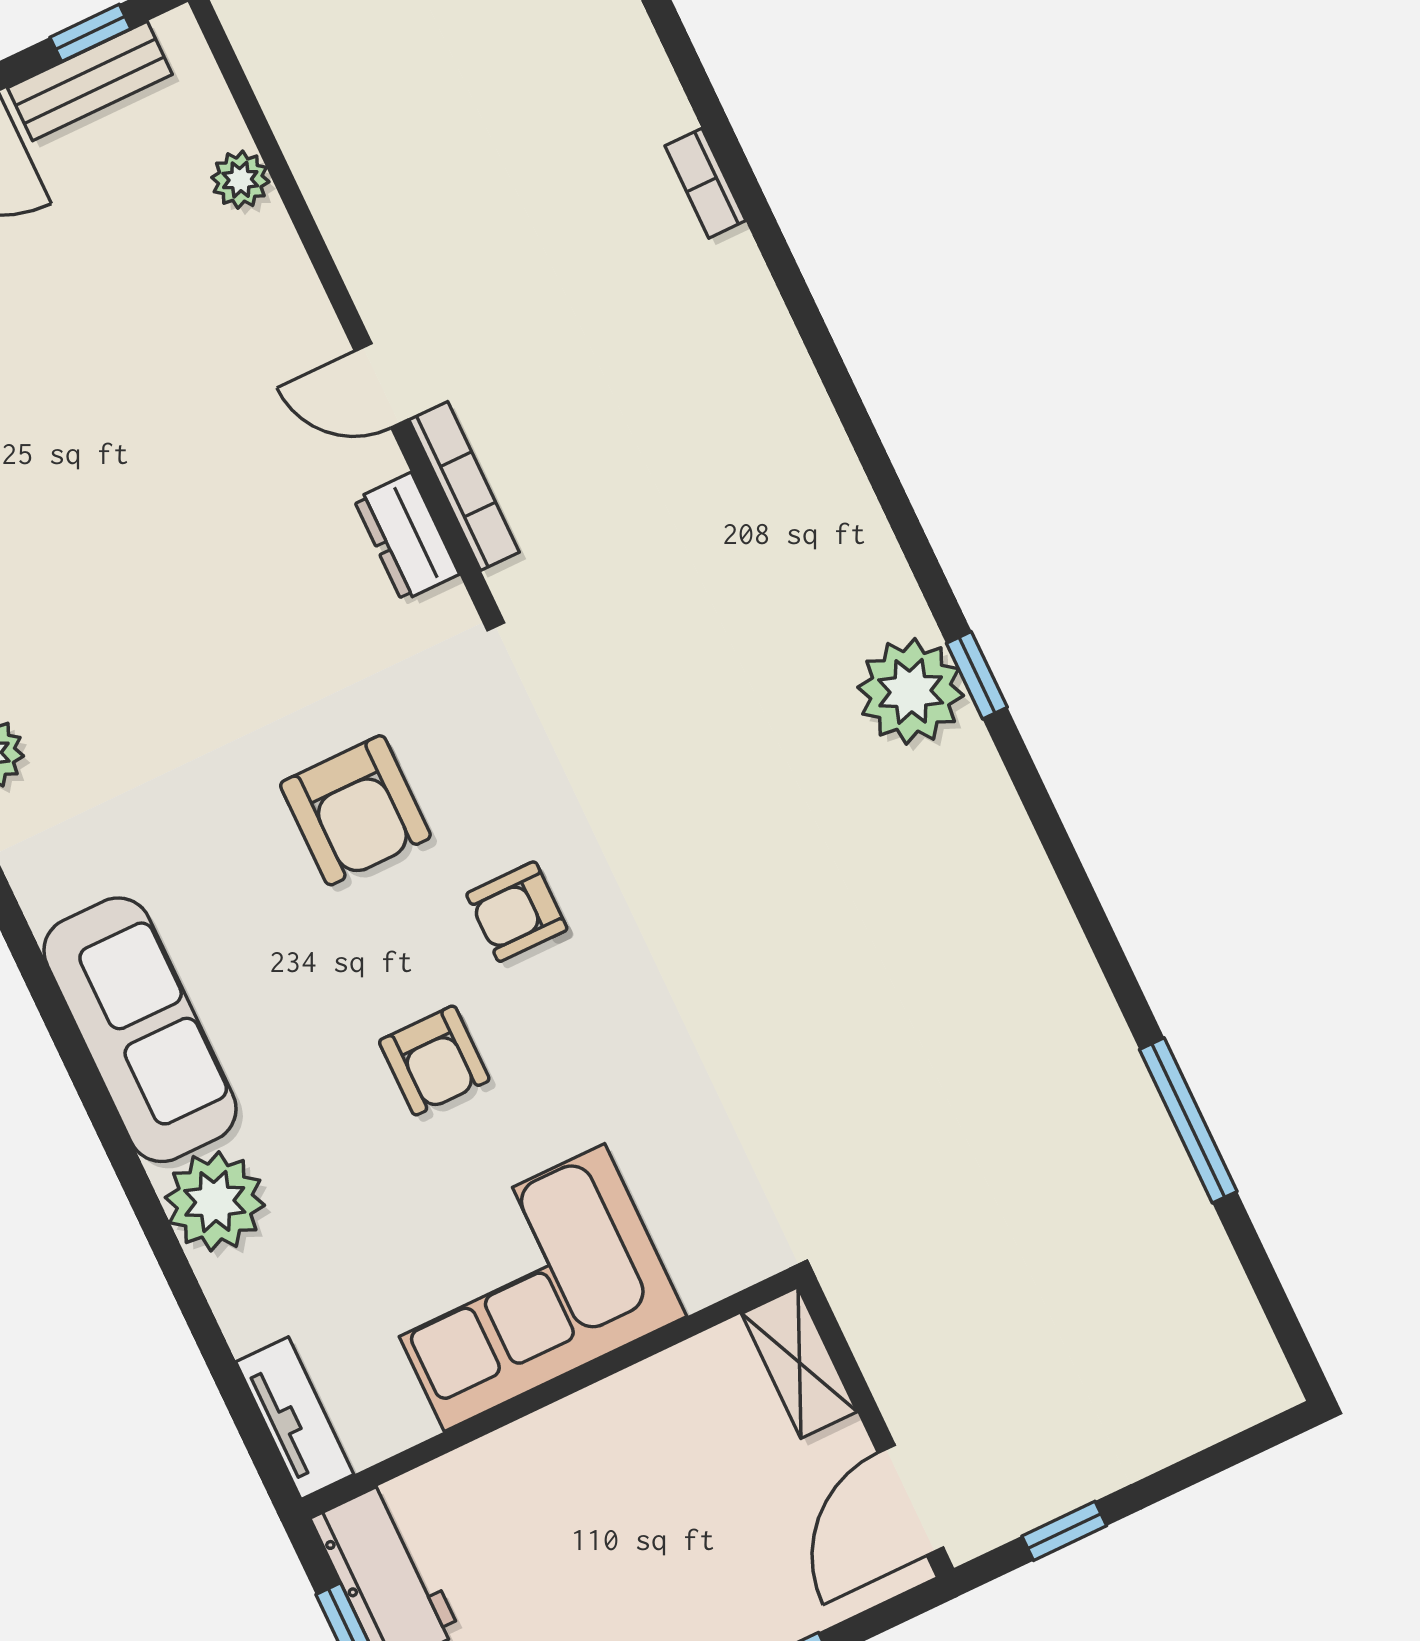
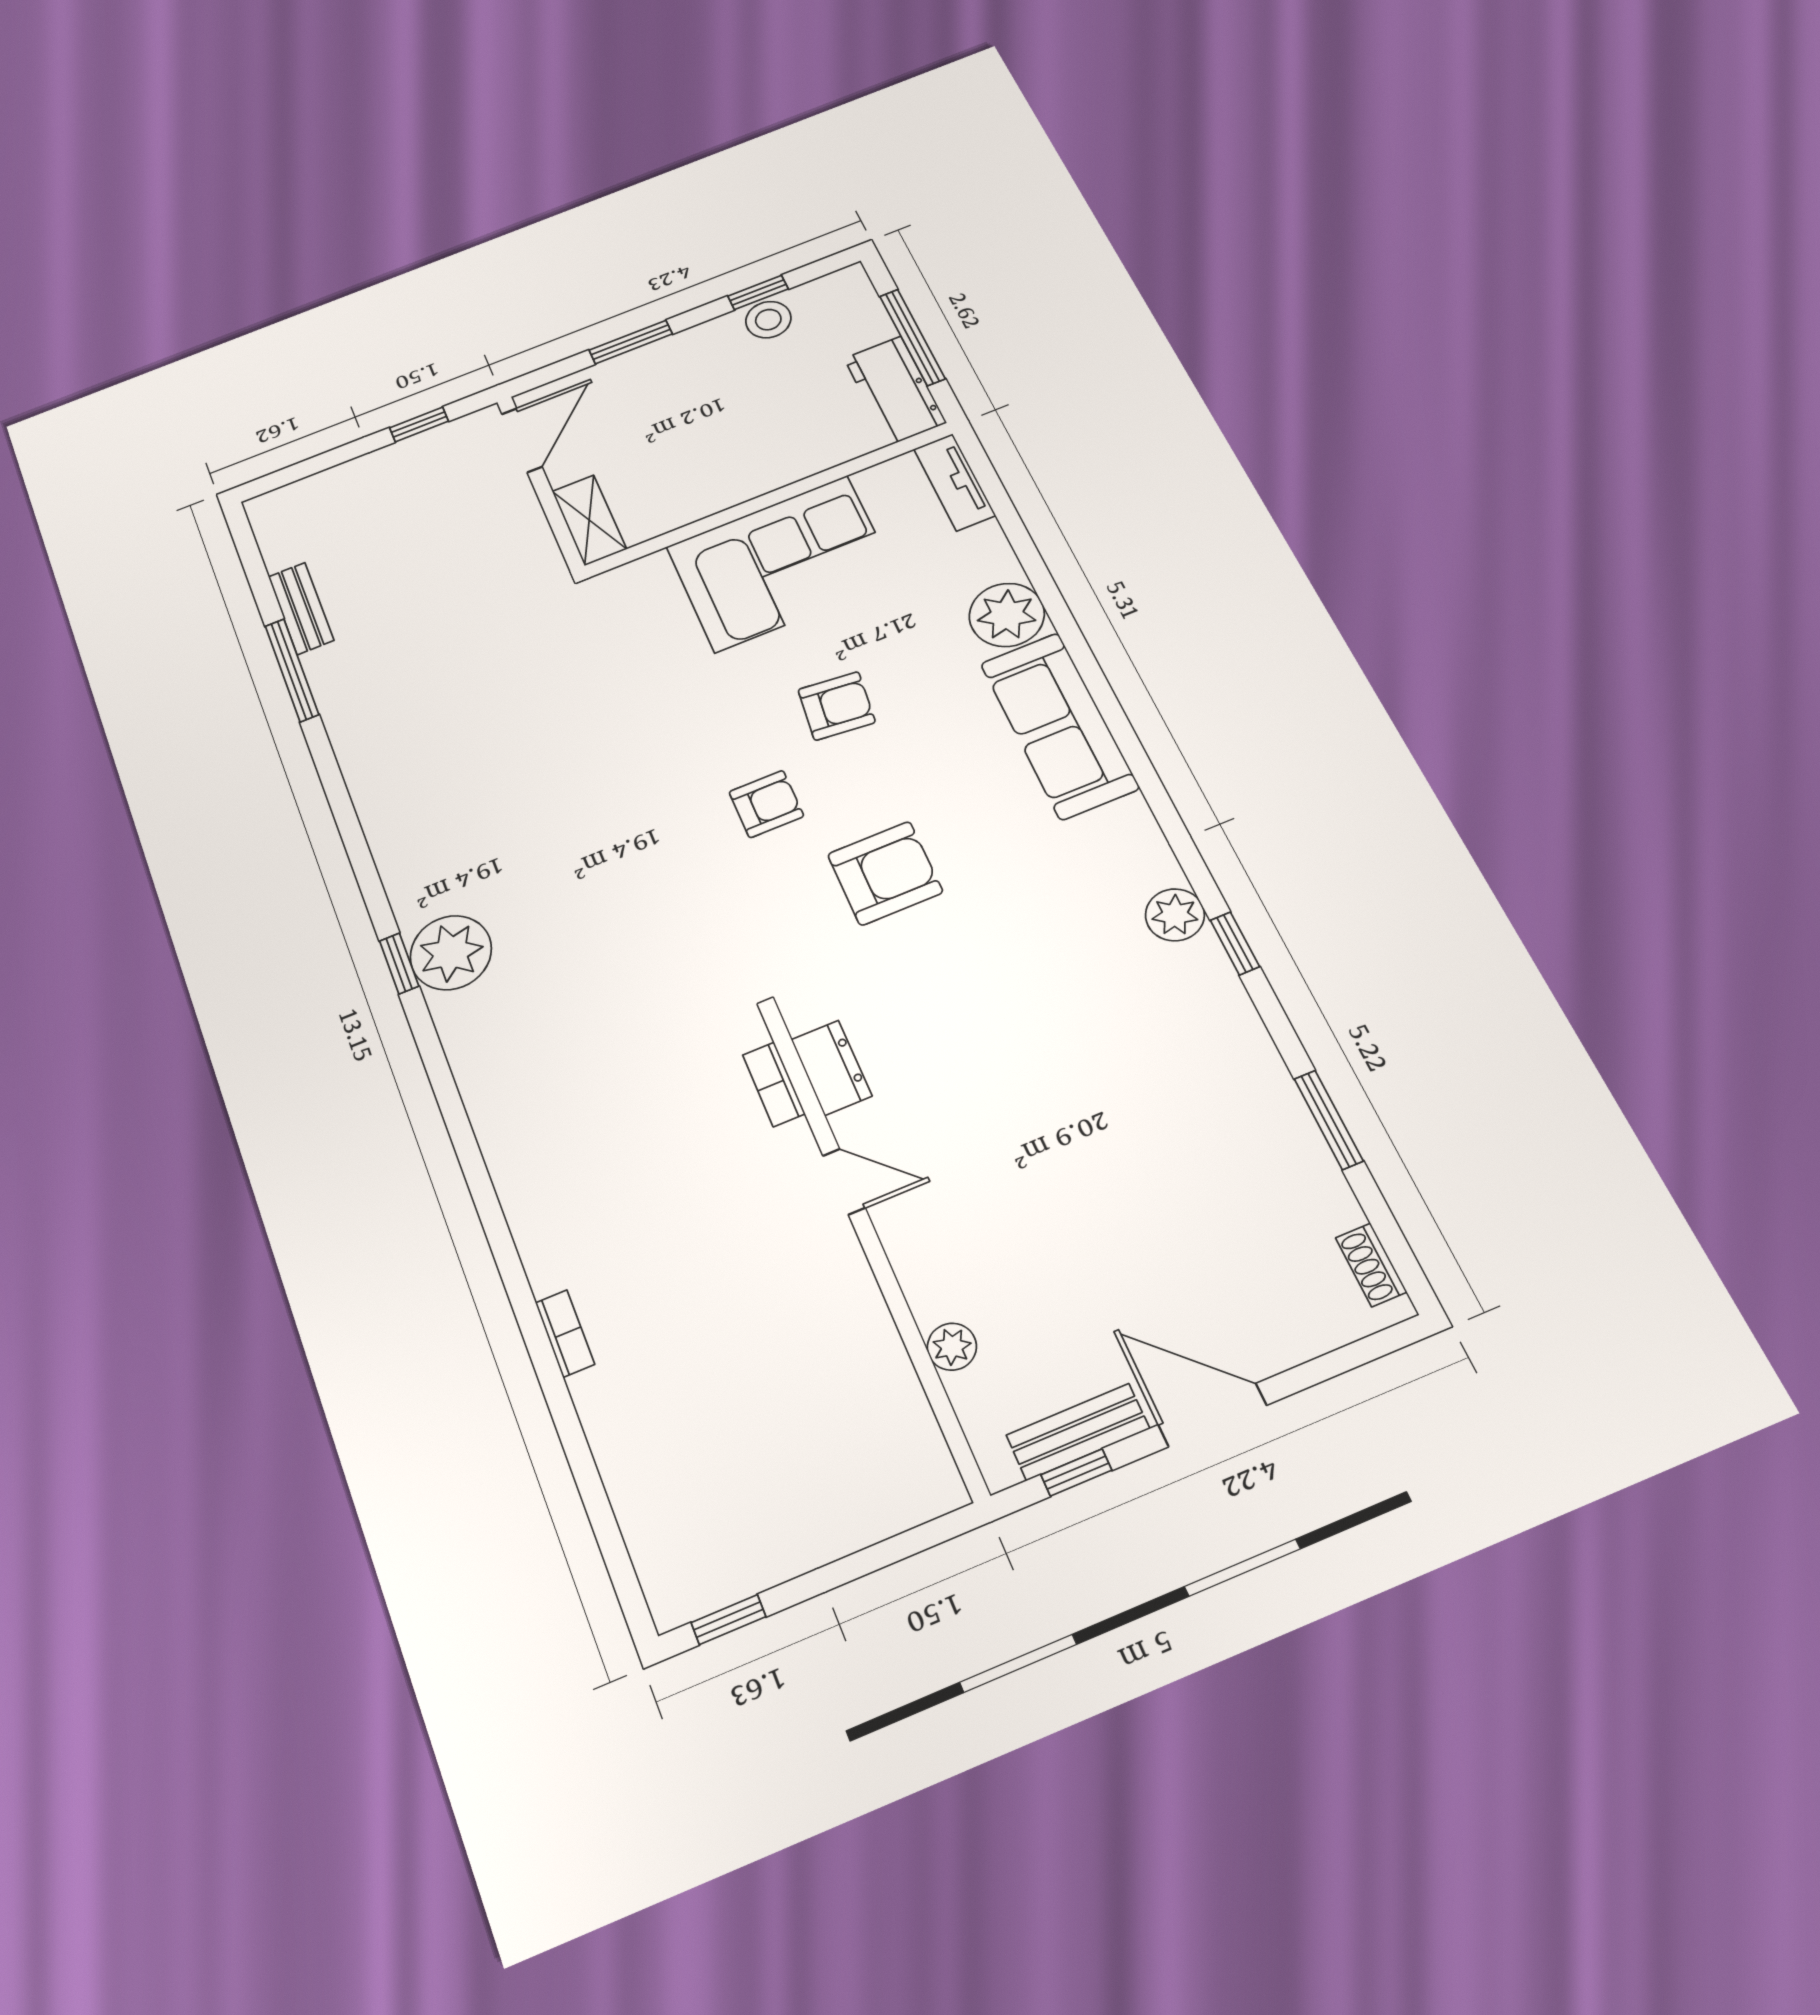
bookcase: (464, 486) -> (774, 1084), width x0.64
armchair: (355, 810) -> (885, 873), turned 90
armchair: (434, 1060) -> (837, 706), turned 96
bench: (1191, 1221) -> (301, 608), added

